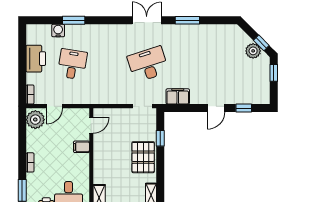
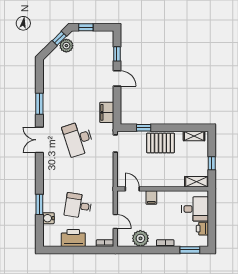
plant: (35, 120) -> (140, 238), moved

